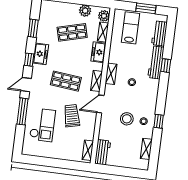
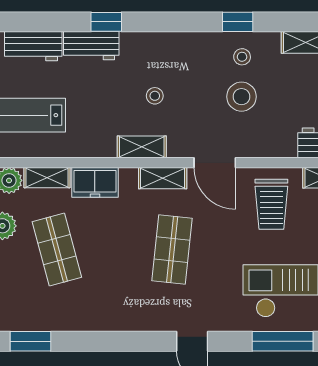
window: (33, 28) -> (31, 341), moved
freezer: (41, 54) -> (116, 316), removed
window: (29, 60) -> (133, 341), removed
workbench: (156, 62) -> (91, 46), width x0.73
window: (23, 111) -> (283, 341), moved
trolley: (72, 116) -> (271, 204), moved, turned -77

